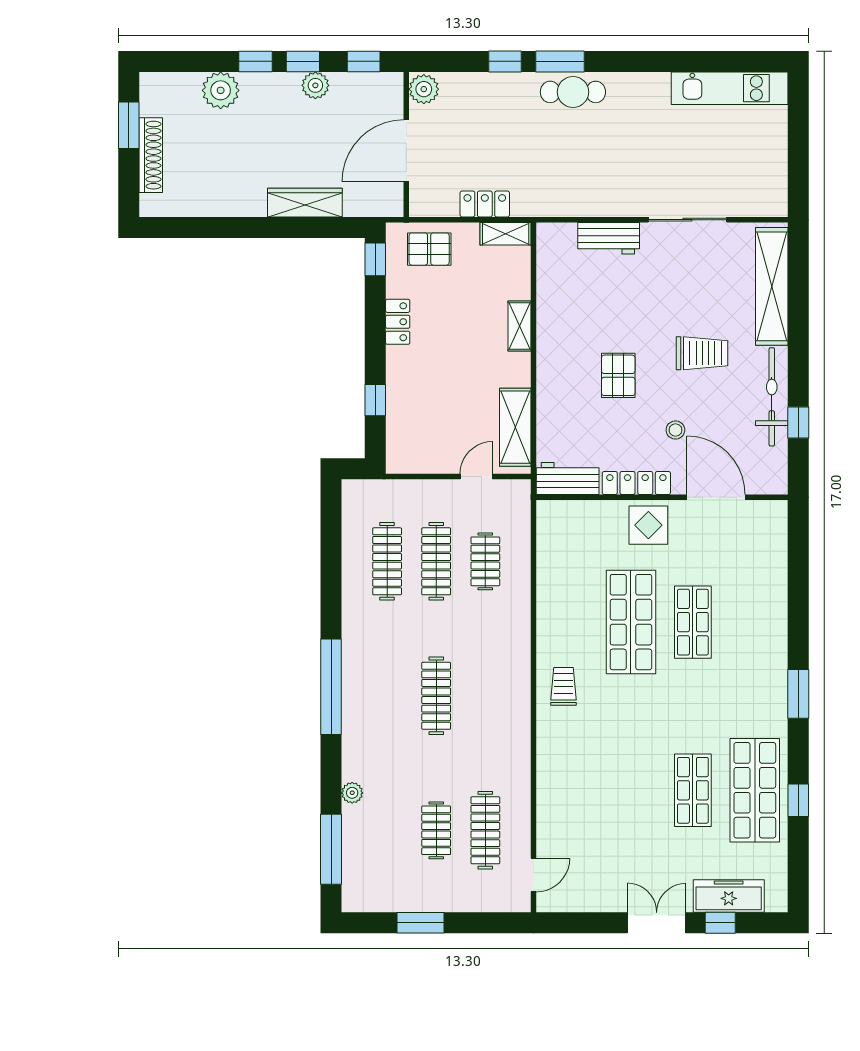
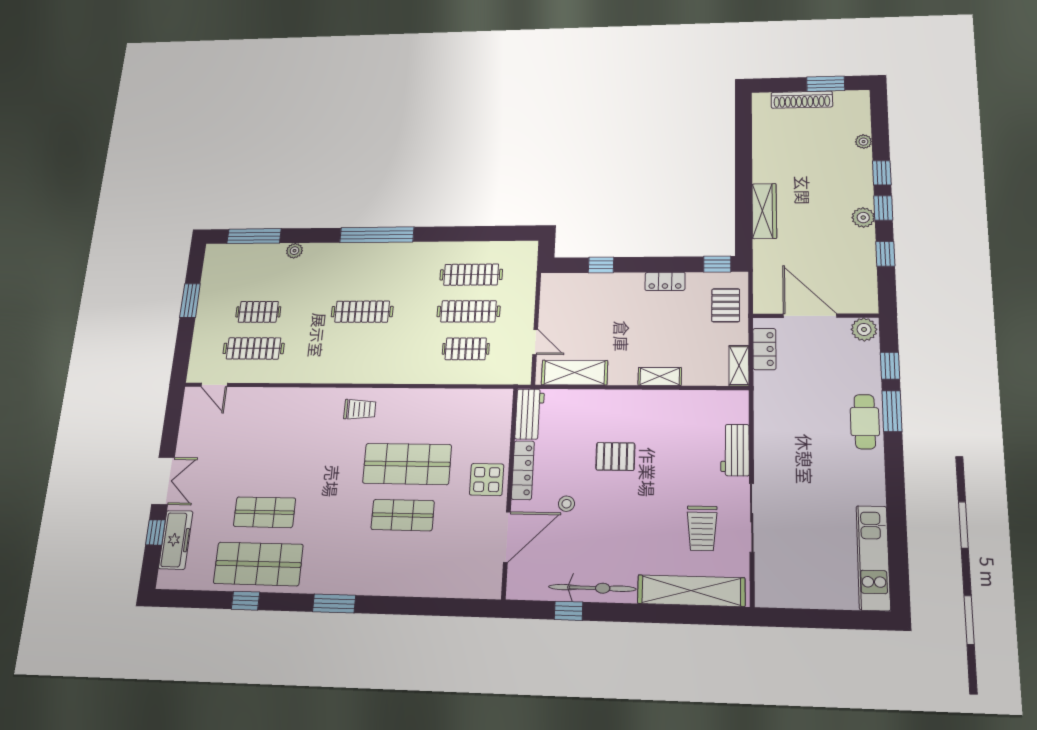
plant: (424, 89) -> (864, 329), moved
plant: (221, 90) -> (863, 142), width x0.53, depth x0.53
wall: (406, 144) -> (815, 316), moved
door: (406, 151) -> (810, 316), moved
trolley: (702, 353) -> (702, 528), moved

